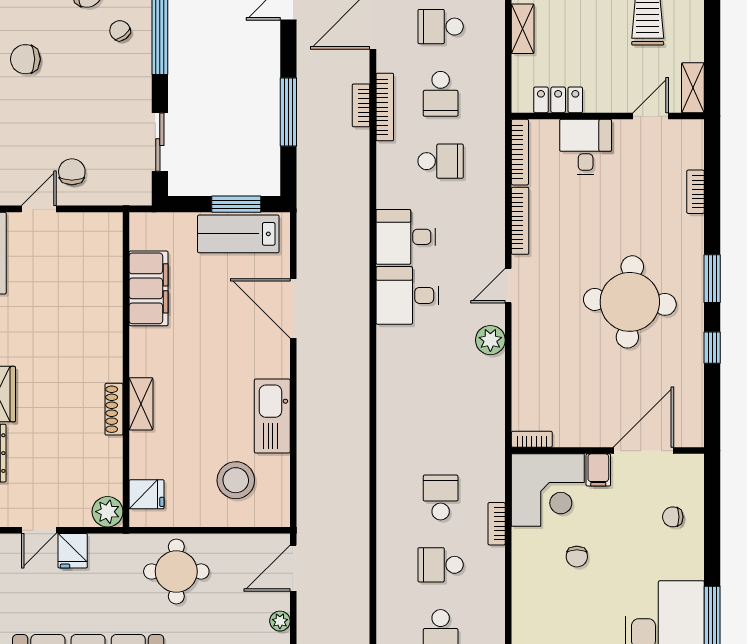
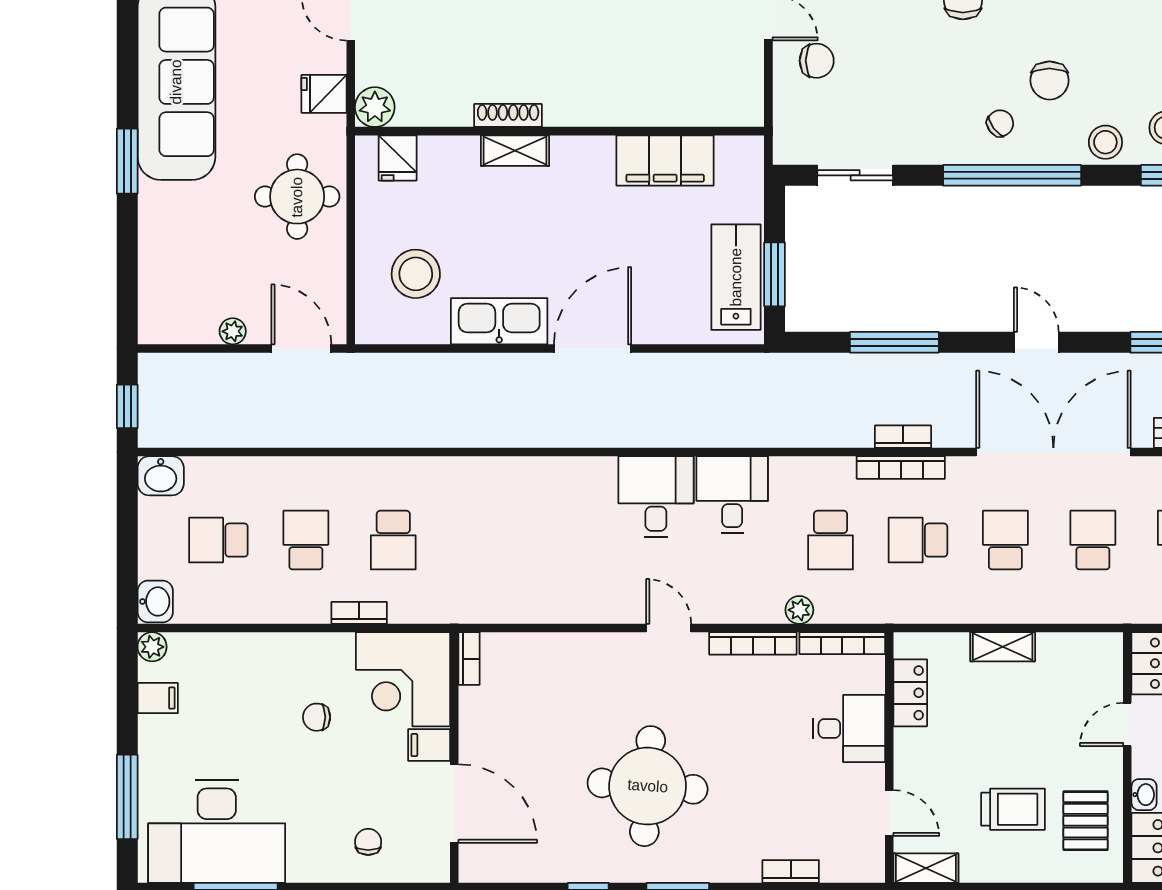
door: (293, 308) -> (593, 349), moved
plant: (490, 340) -> (799, 610), moved, width x0.73, depth x0.73
school desk: (441, 498) -> (393, 540), turned 90
fridge: (73, 551) -> (324, 94), moved

